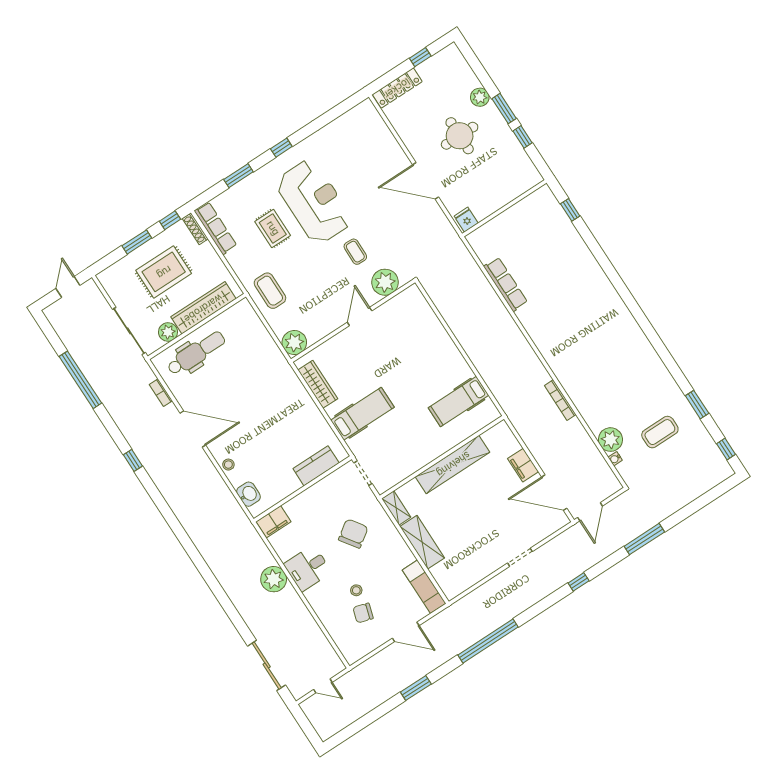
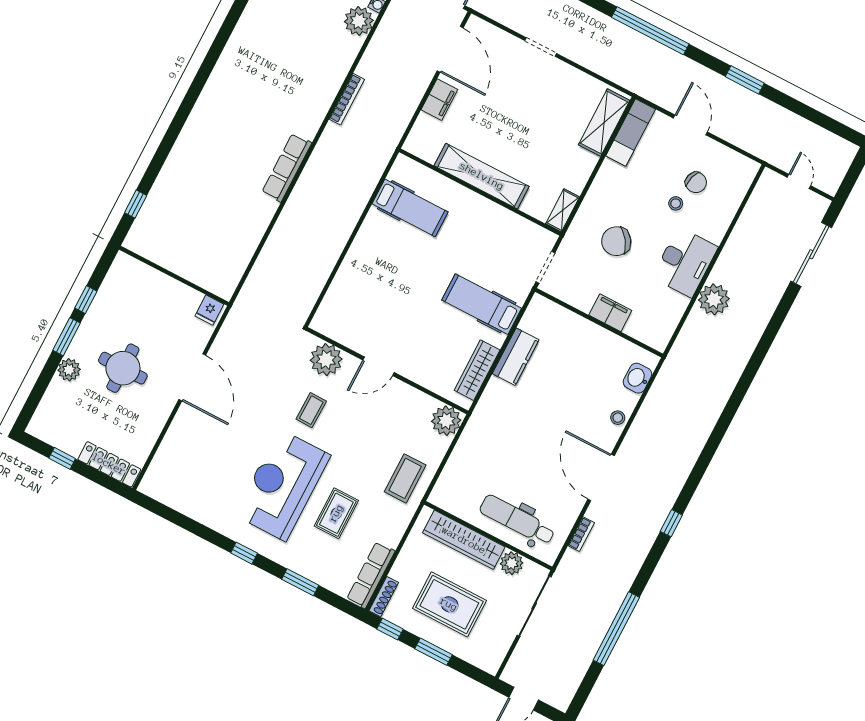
row of seats: (506, 284) -> (287, 168), moved
kitchen counter: (316, 466) -> (516, 357), moved, turned -90
filing cabinet: (273, 522) -> (610, 313), moved
shelving: (422, 542) -> (604, 123), moved
desk: (308, 568) -> (685, 262), width x1.37

